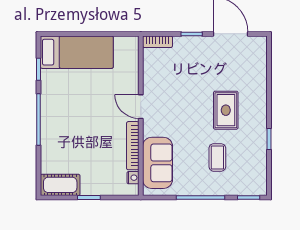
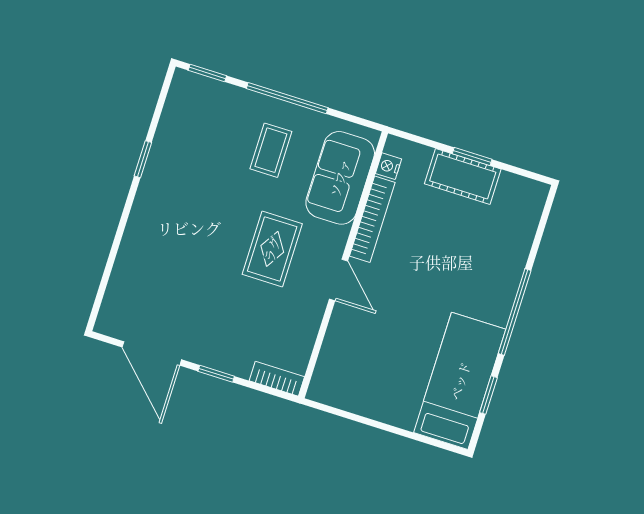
bed: (77, 52) -> (460, 381), moved, turned 90
rug: (226, 110) -> (272, 249), moved
coffee table: (217, 157) -> (271, 150), moved
cot: (60, 185) -> (463, 176), moved

